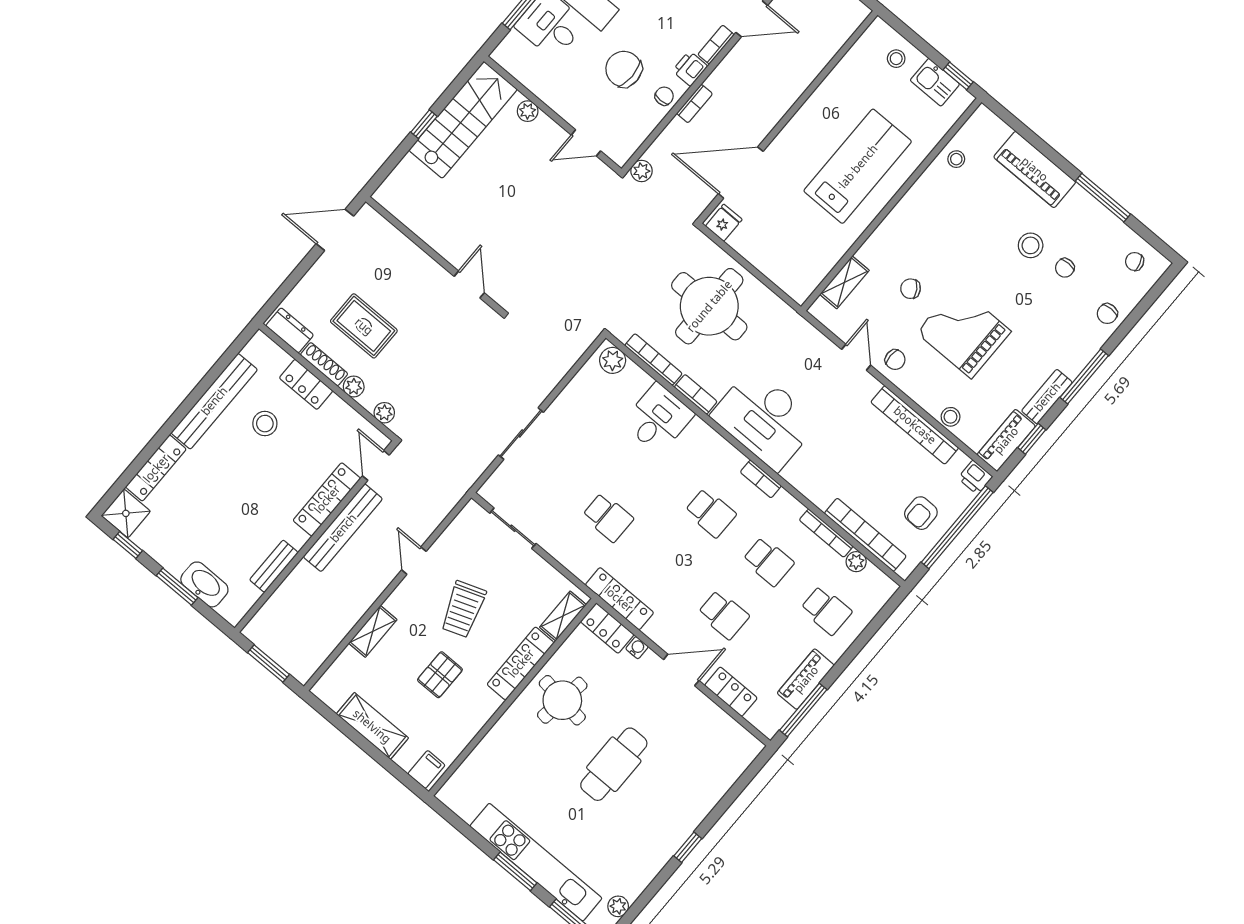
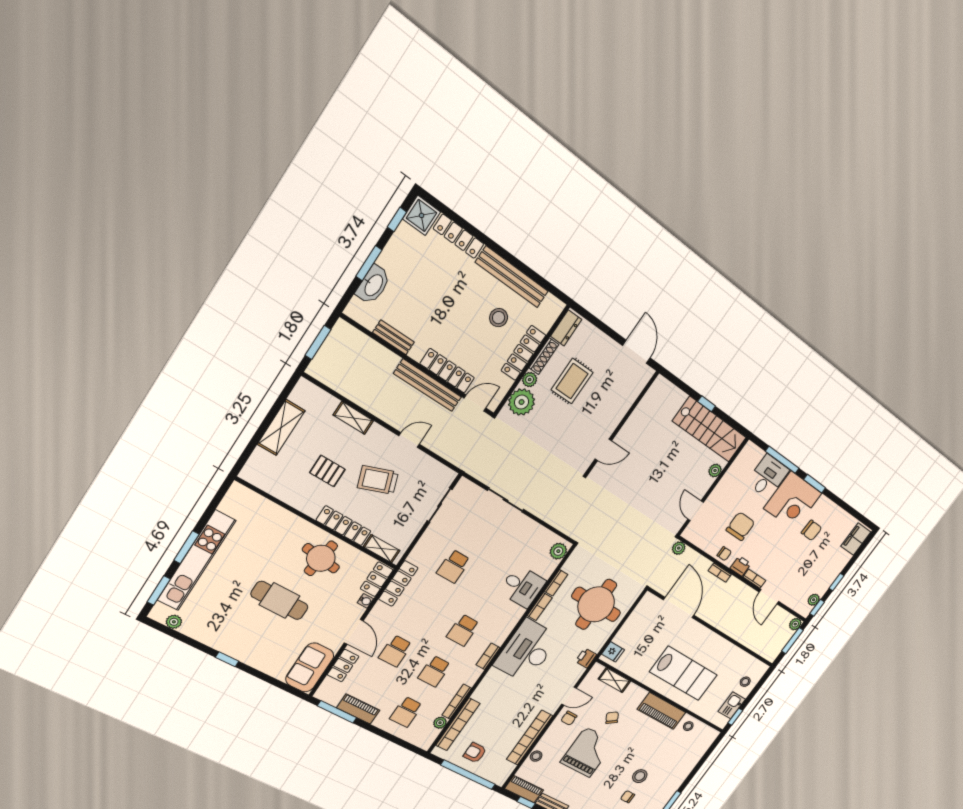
piano: (1035, 169) -> (661, 711), moved, turned -90
fridge: (724, 223) -> (613, 652), moved
bookcase: (653, 359) -> (556, 583), width x0.64
locker: (306, 384) -> (523, 353), width x1.53
plant: (384, 413) -> (522, 402), width x1.88, depth x1.88
printer: (975, 477) -> (586, 658), moved
sofa: (724, 738) -> (310, 667), added
filing cabinet: (426, 769) -> (254, 472), removed

